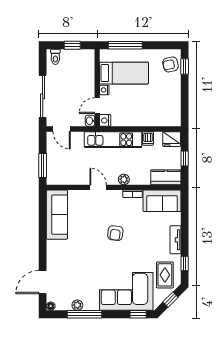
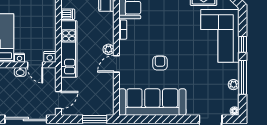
washbasin: (90, 121) -> (20, 72), moved
plant: (124, 179) -> (108, 49), moved
sofa: (57, 215) -> (152, 102), width x1.36, depth x1.27
armchair: (115, 233) -> (160, 63), moved, turned -97
window: (138, 314) -> (243, 44), moved

